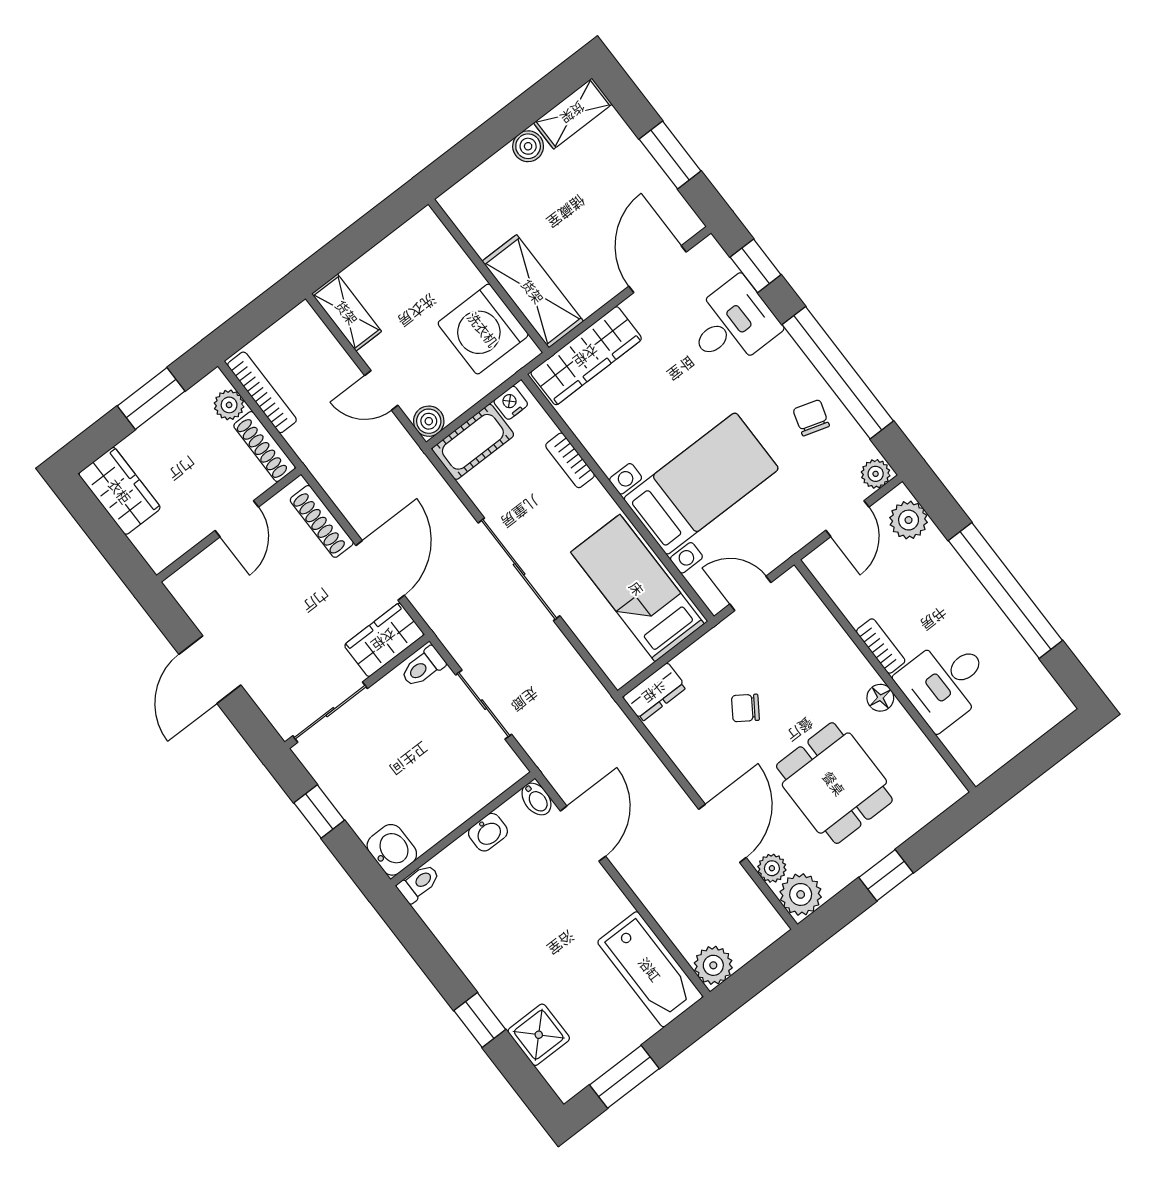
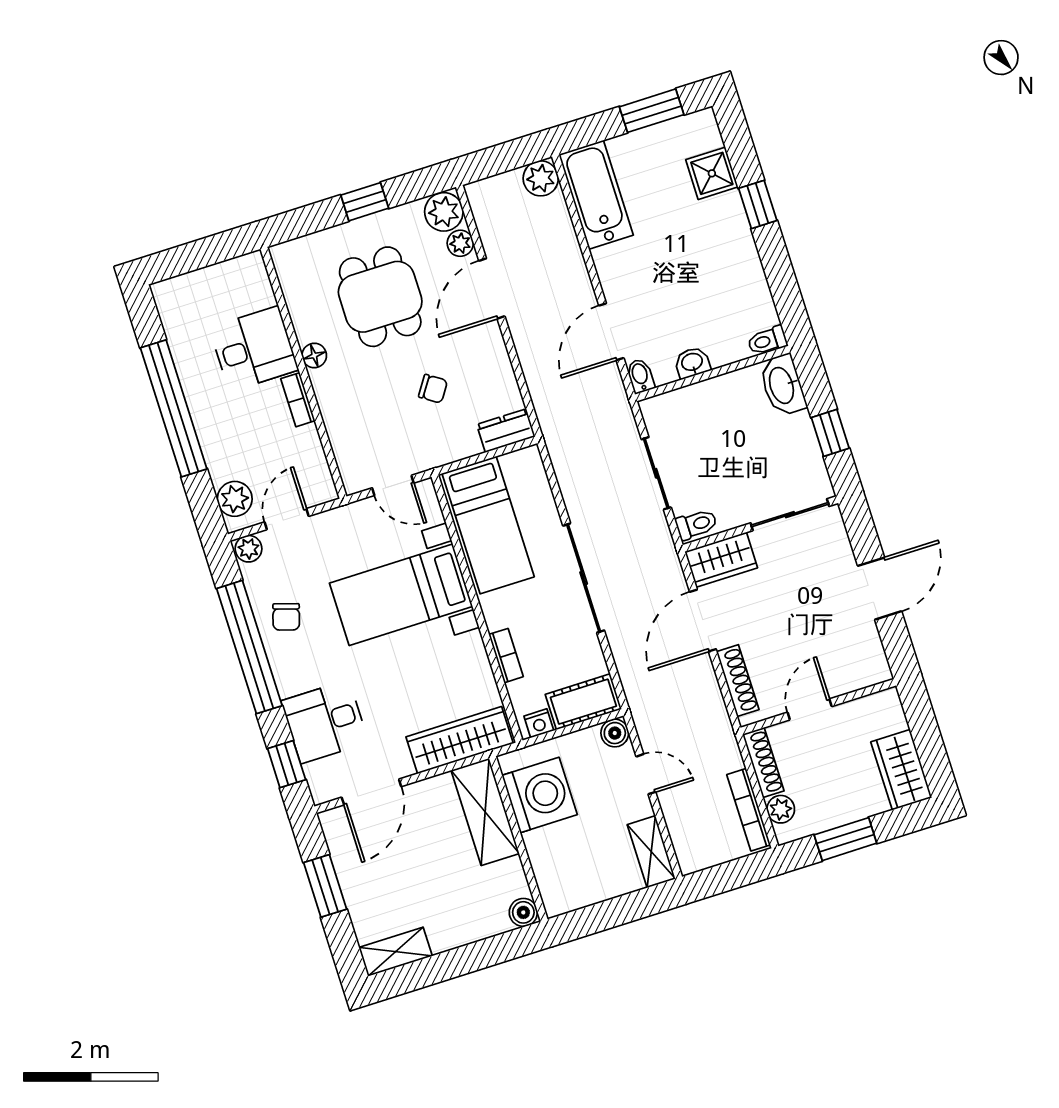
boiler: (528, 146) -> (523, 912), moved
washbasin: (392, 850) -> (782, 385), width x1.38

